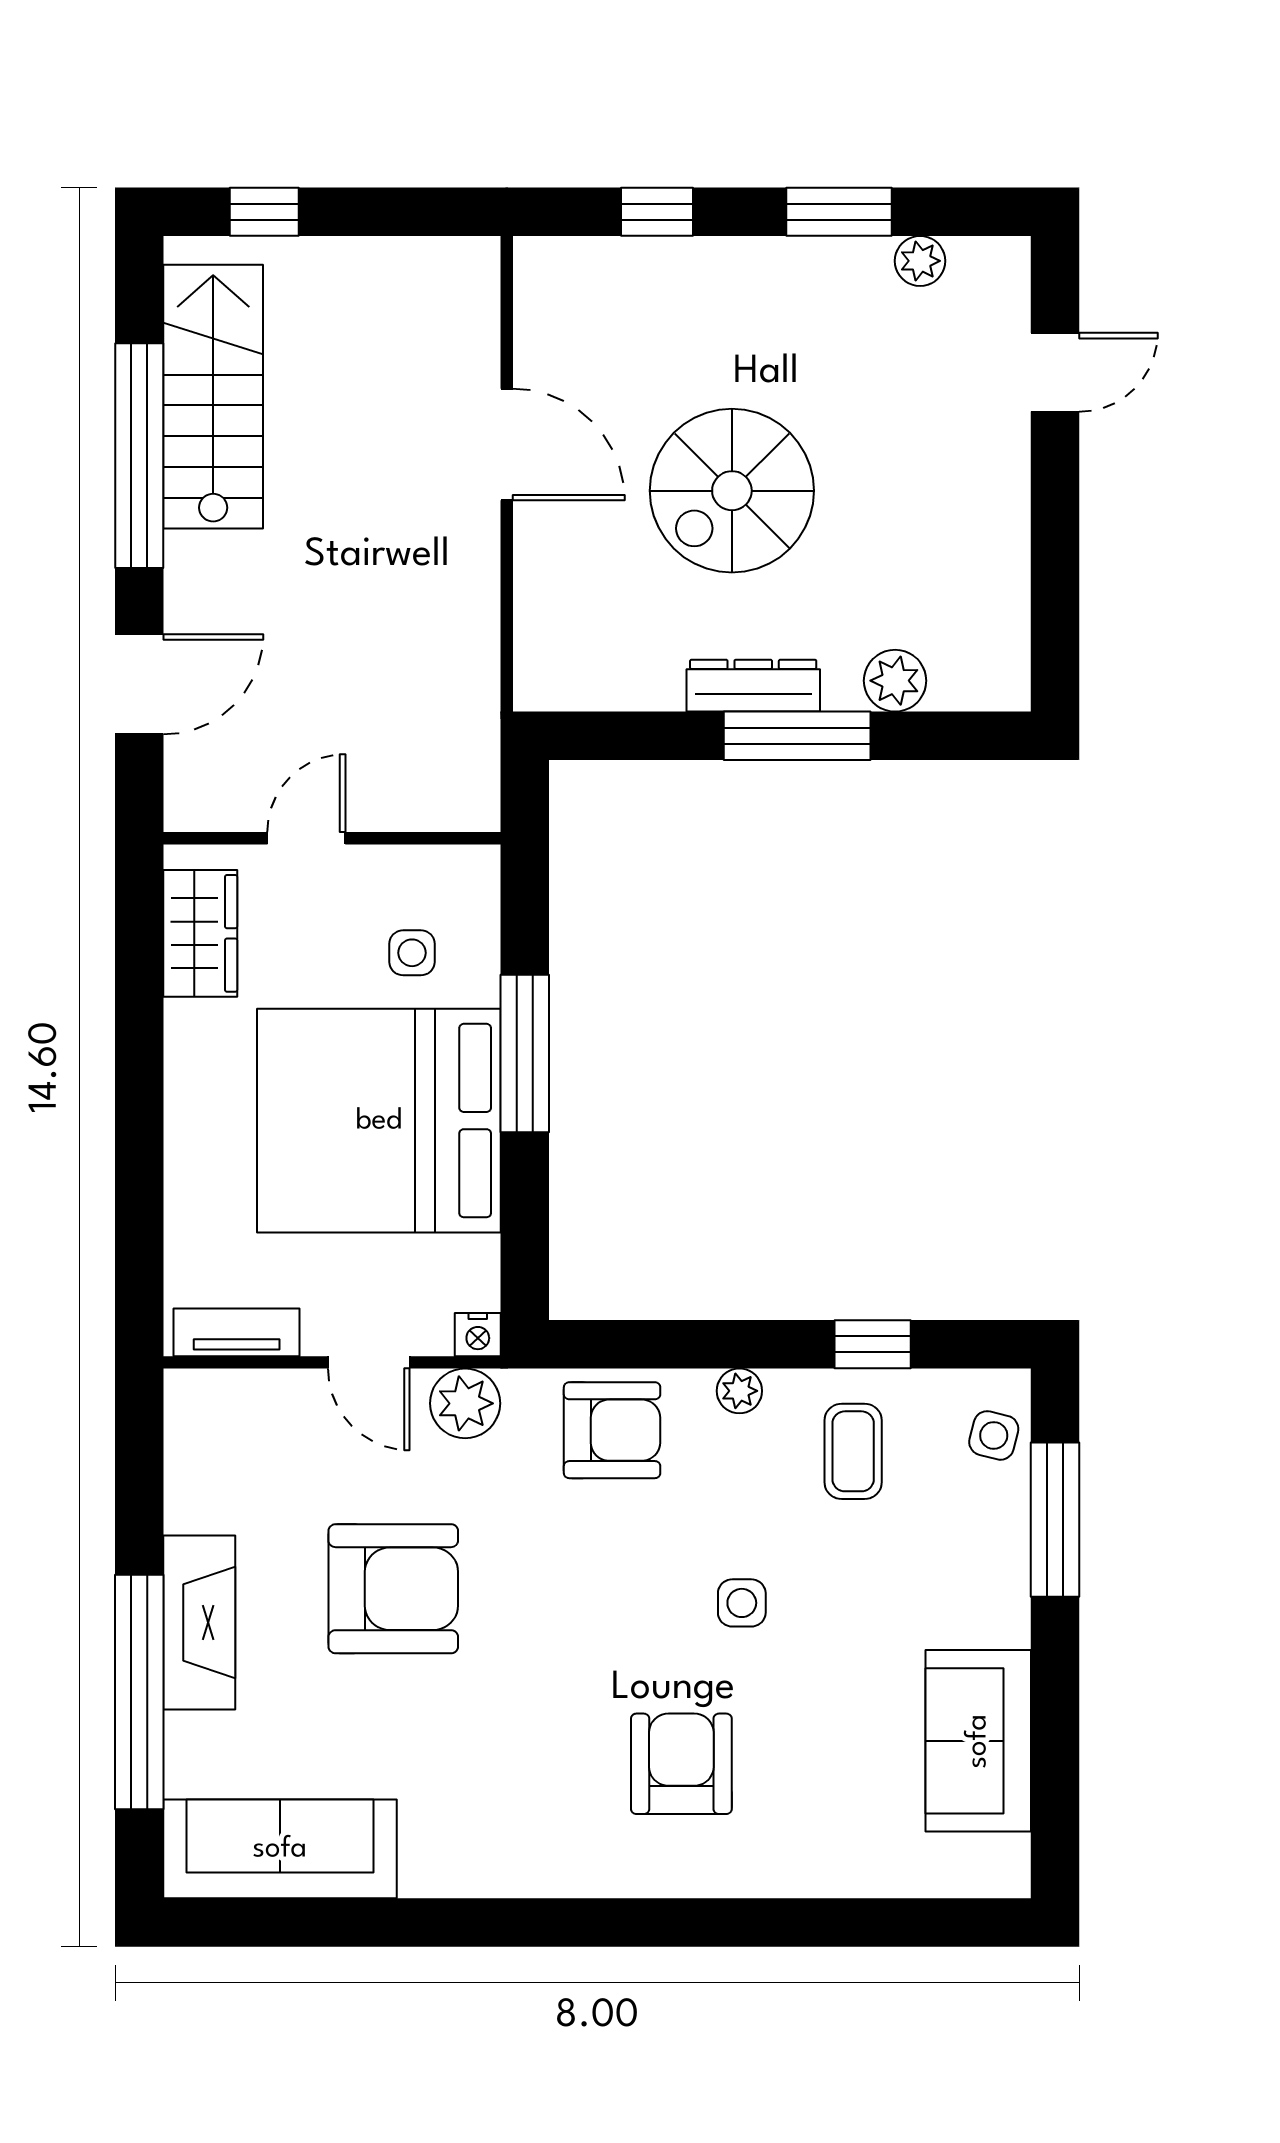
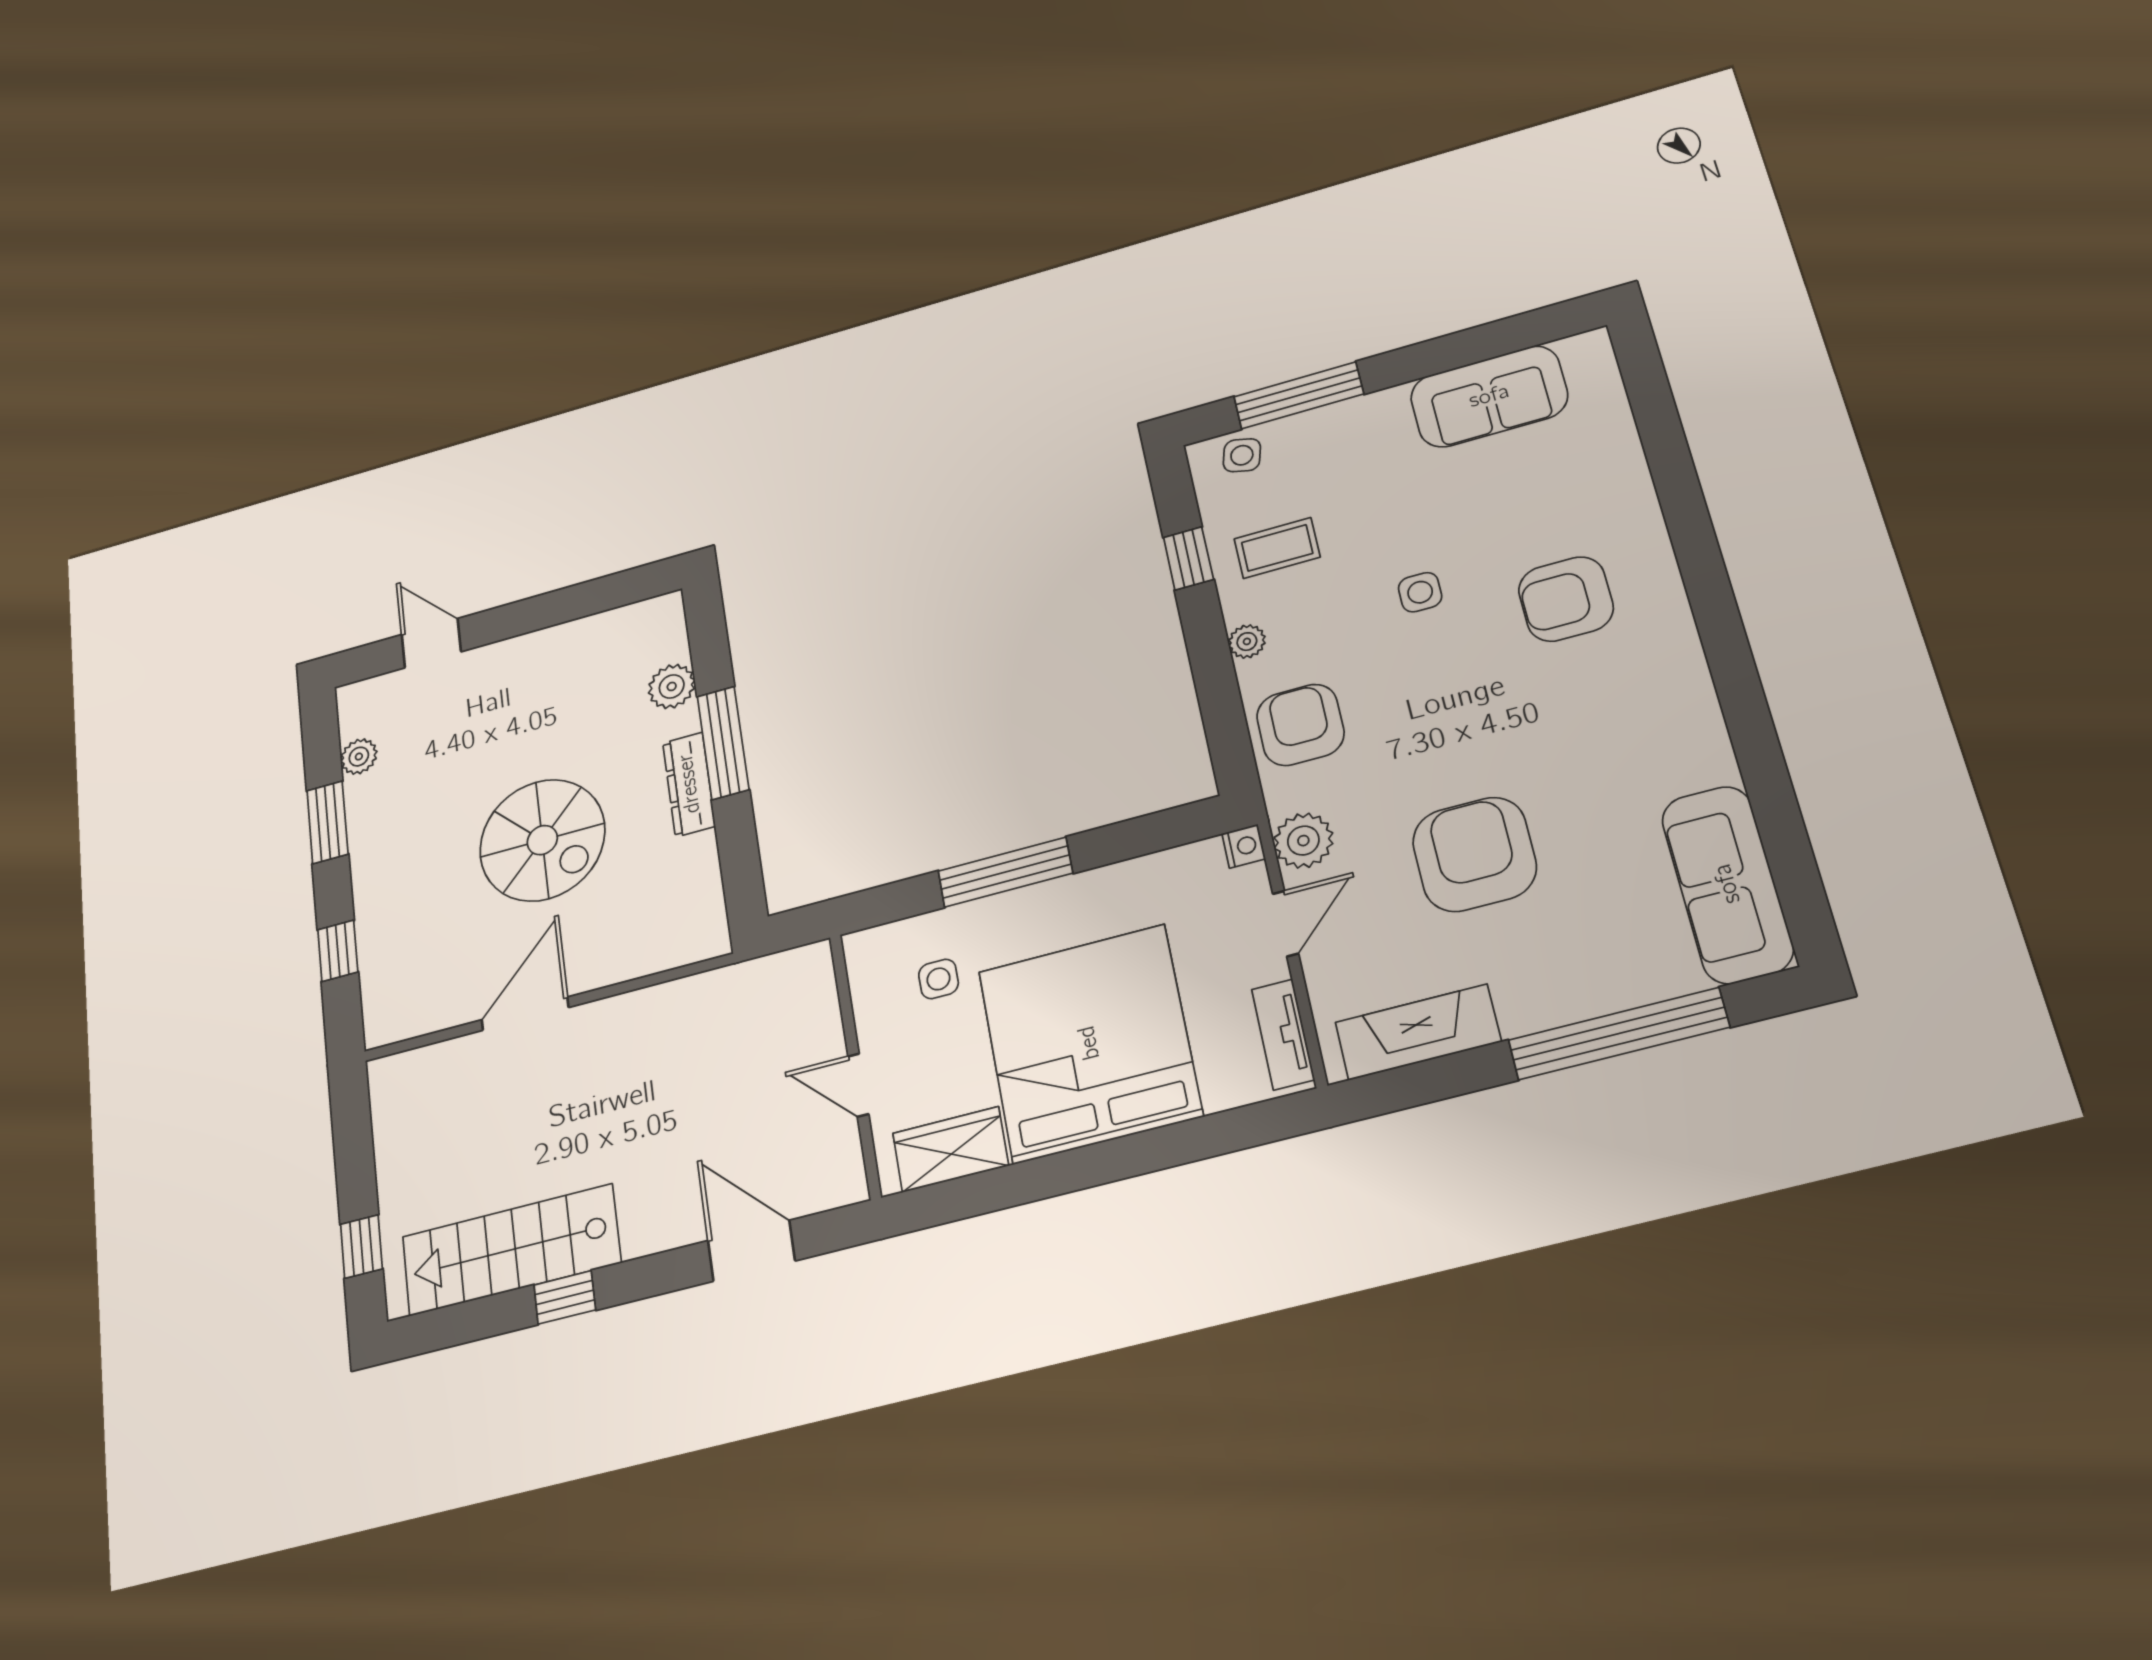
window: (139, 456) -> (565, 1297), width x0.32
bed: (379, 1121) -> (1089, 1043), moved, turned 180
fireplace: (199, 1623) -> (1418, 1032), moved

